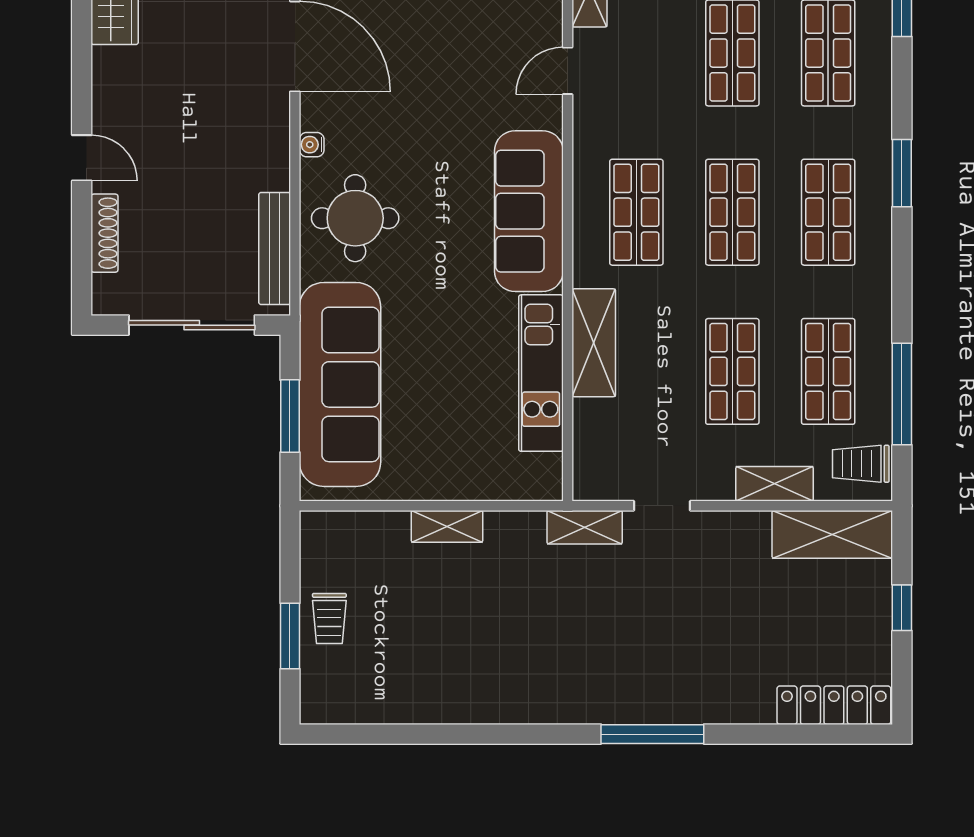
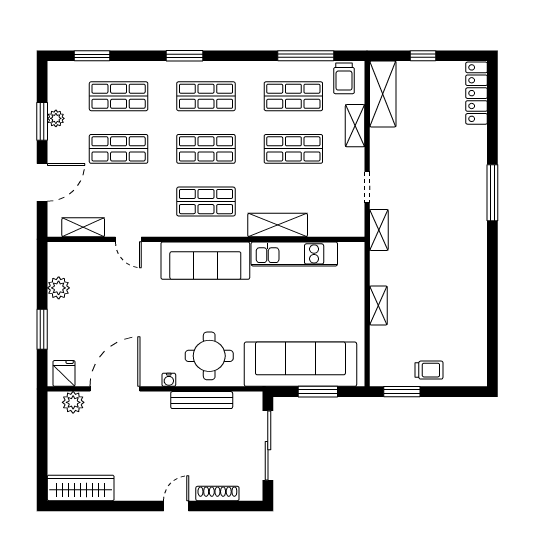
bench: (275, 248) -> (202, 400), moved
window: (290, 636) -> (402, 392), moved

